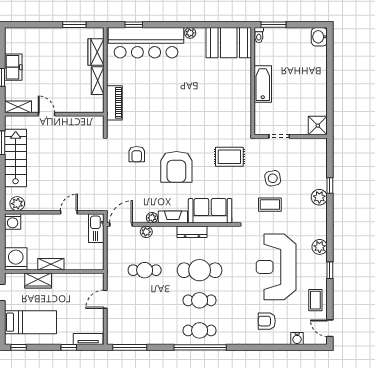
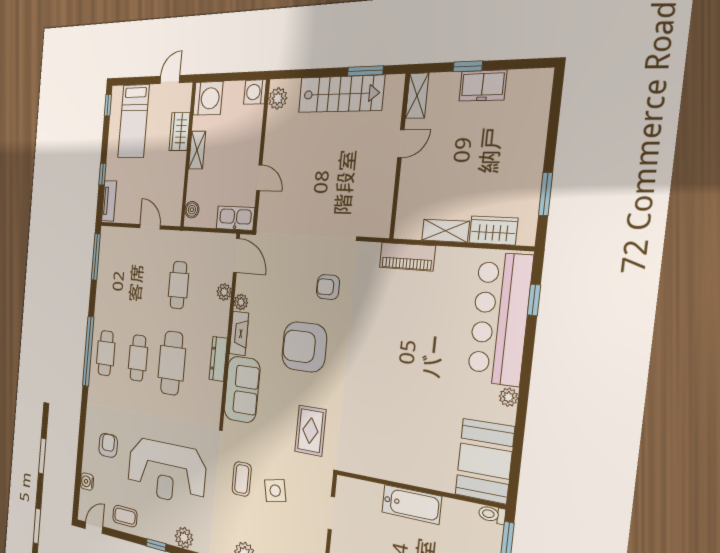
boiler: (92, 264) -> (192, 210), added
reception desk: (276, 267) -> (166, 471), turned 180

